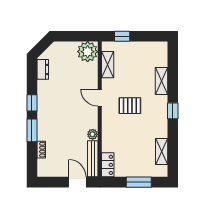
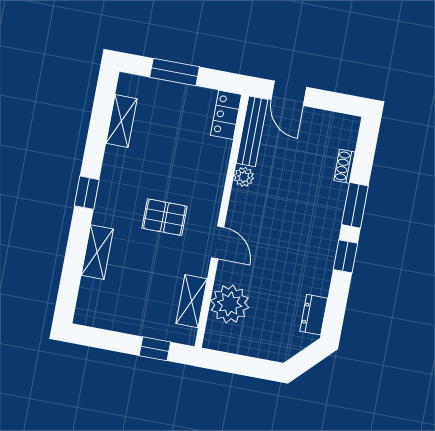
plant: (88, 52) -> (230, 304), moved

